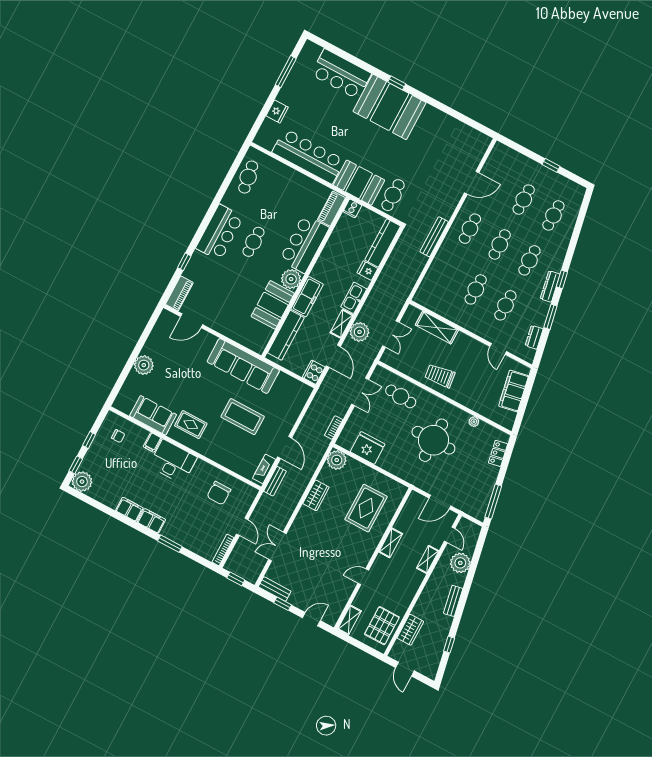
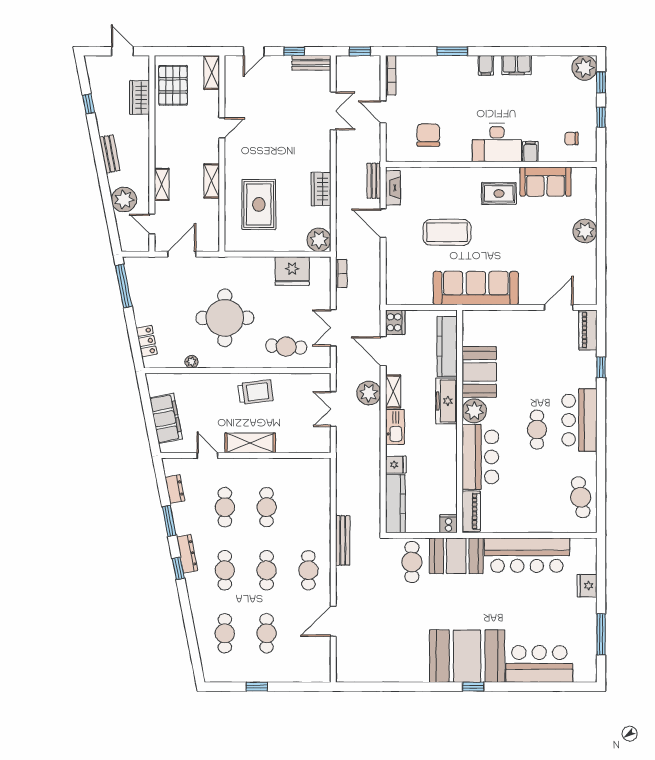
shelving: (437, 328) -> (250, 443), moved
filing cabinet: (151, 521) -> (486, 65), width x0.50

